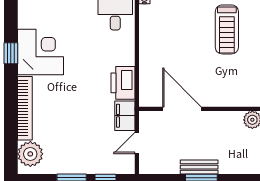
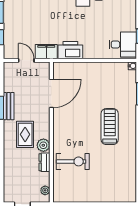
treadmill: (227, 29) -> (110, 127), turned 90
rug: (238, 145) -> (25, 134), added

